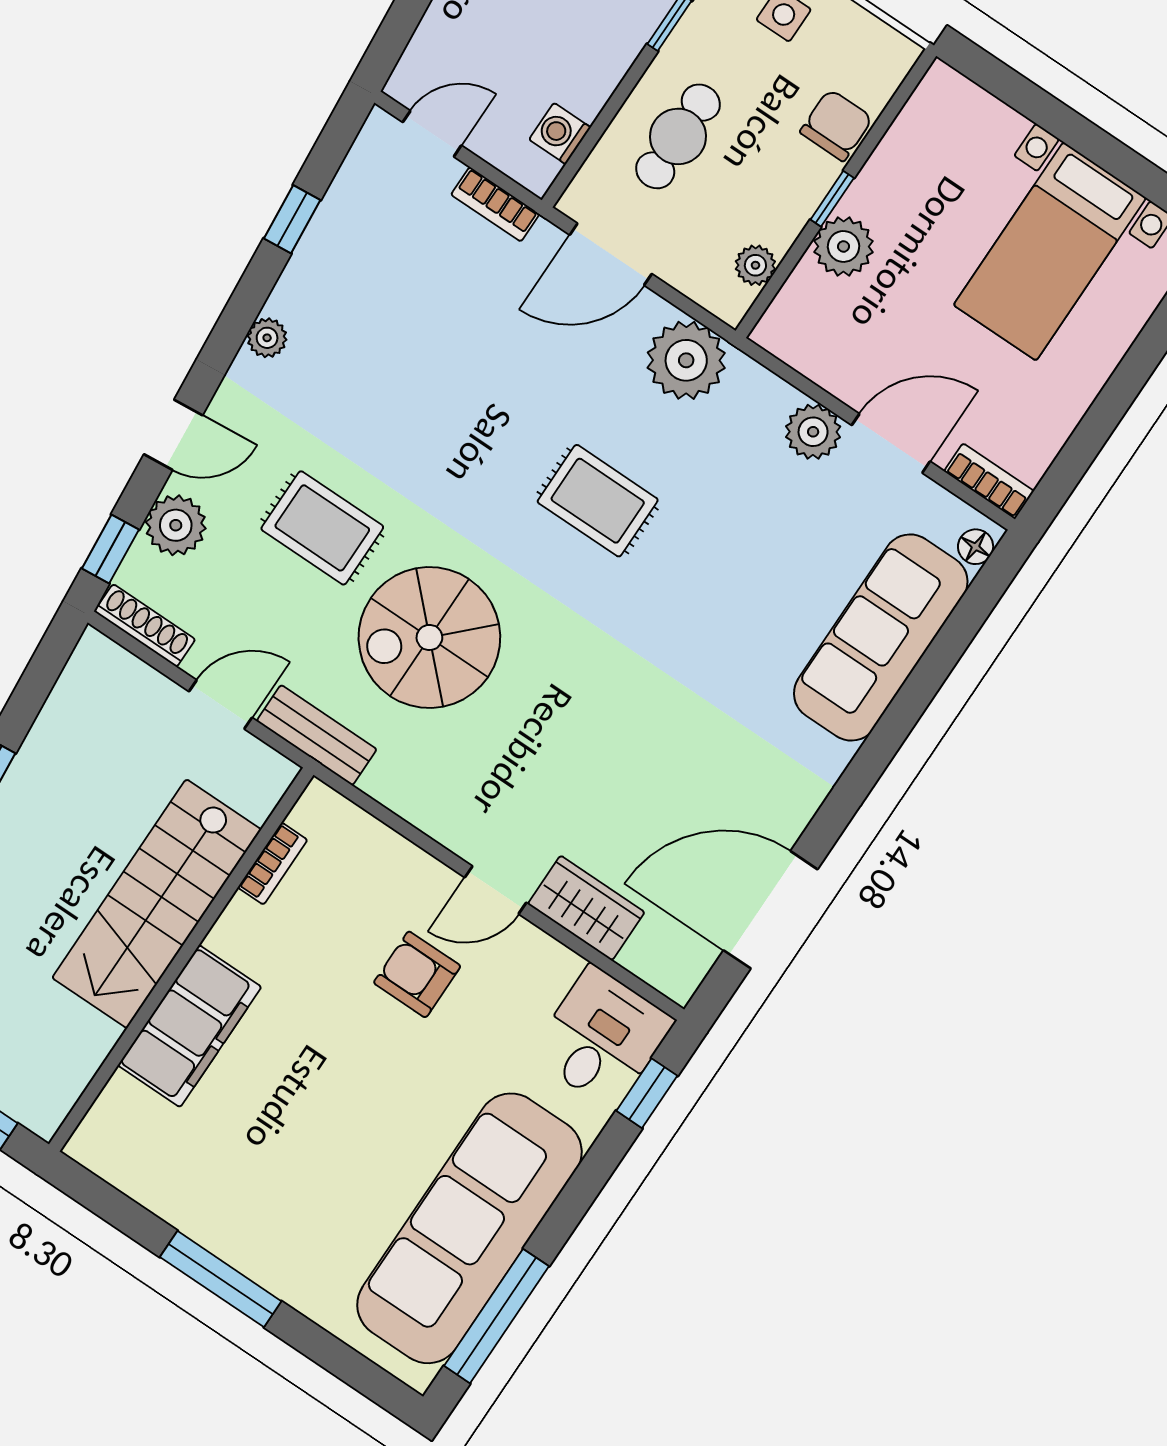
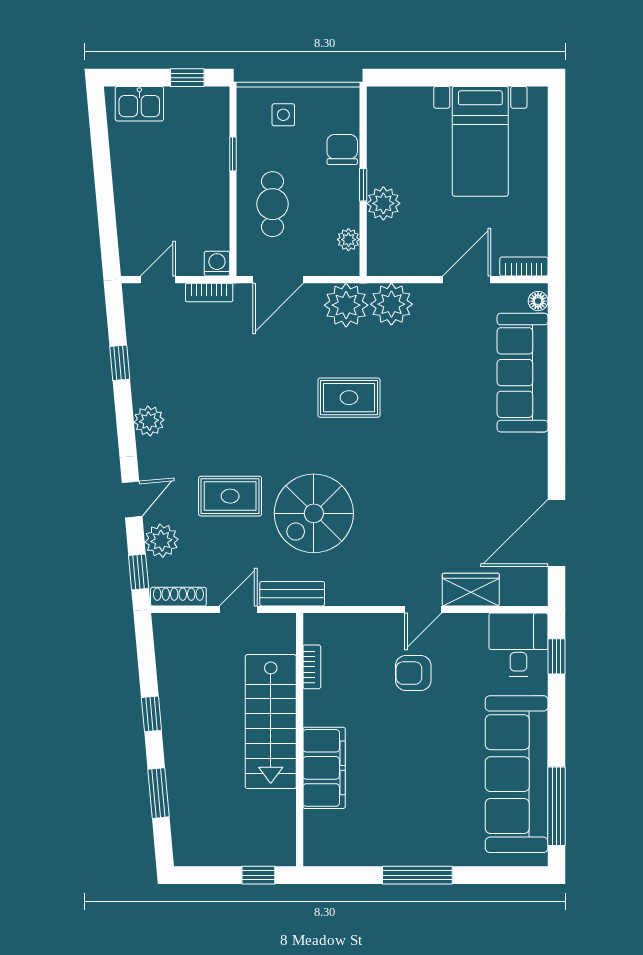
washing machine: (560, 134) -> (217, 264), moved, turned 90
plant: (267, 338) -> (149, 421), width x1.38, depth x1.38
plant: (813, 432) -> (391, 304), moved, width x1.36, depth x1.36

